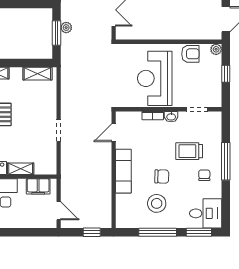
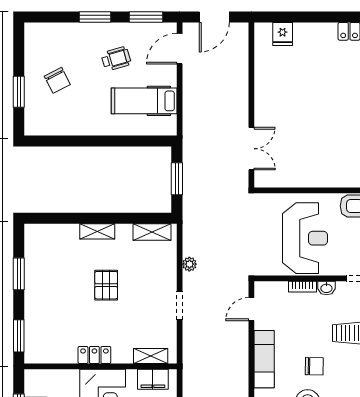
plant: (66, 28) -> (189, 264), moved
reception desk: (155, 78) -> (305, 238), turned 180
shelving: (21, 169) -> (151, 356), moved

